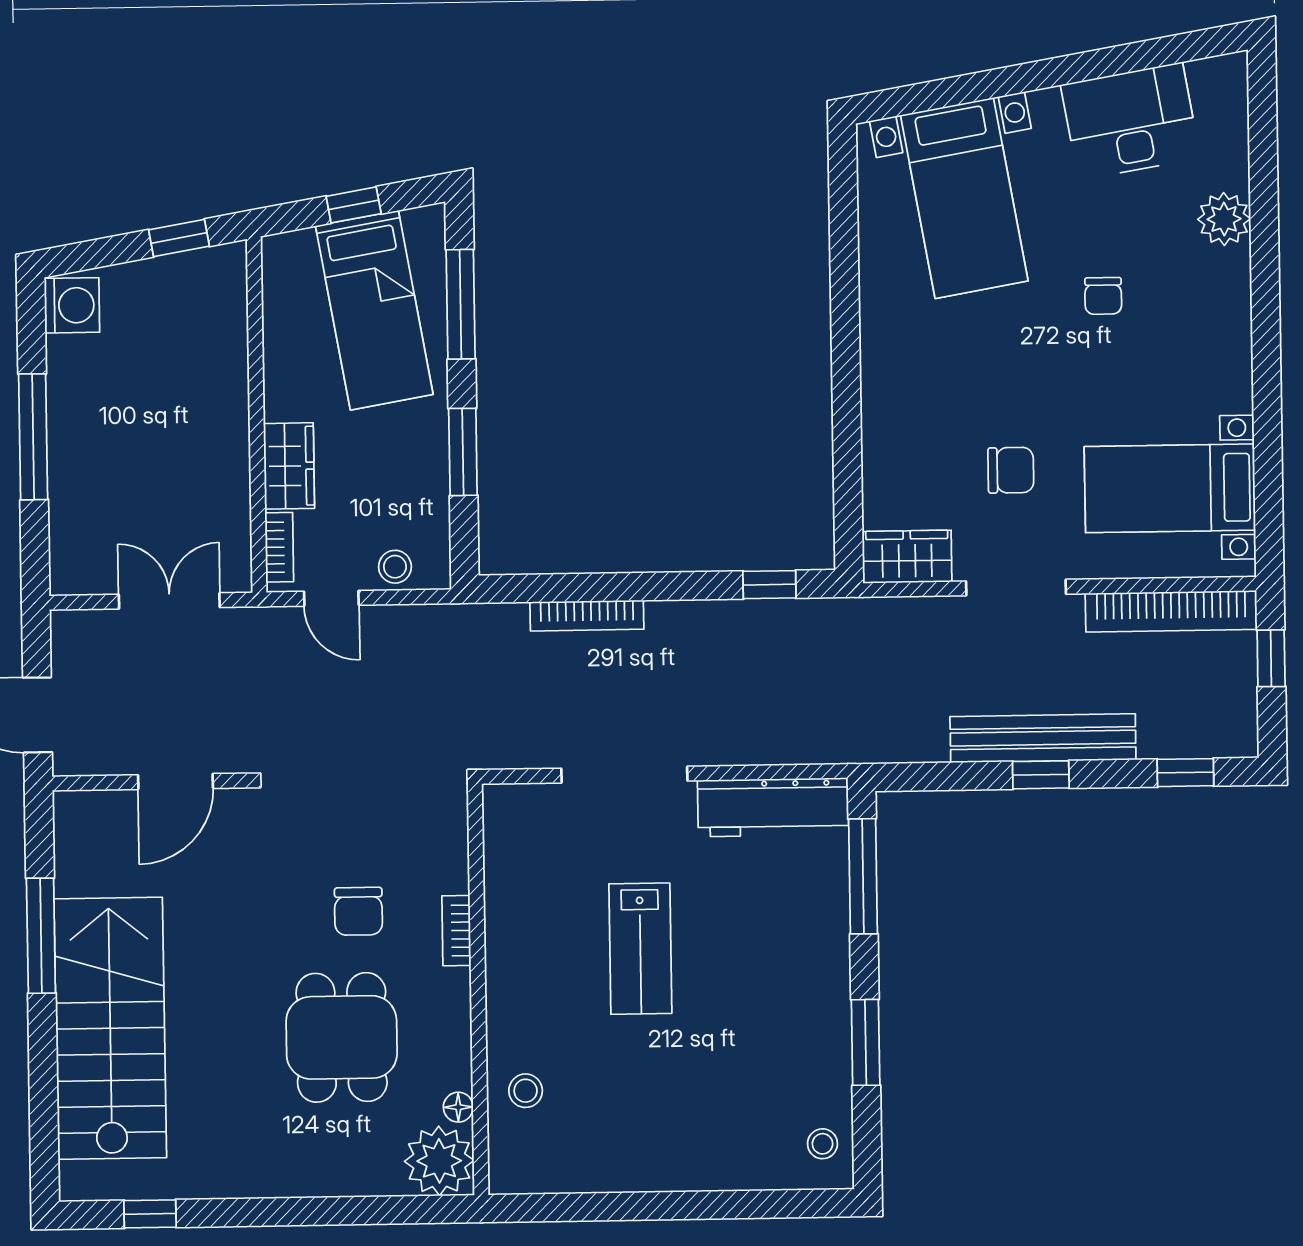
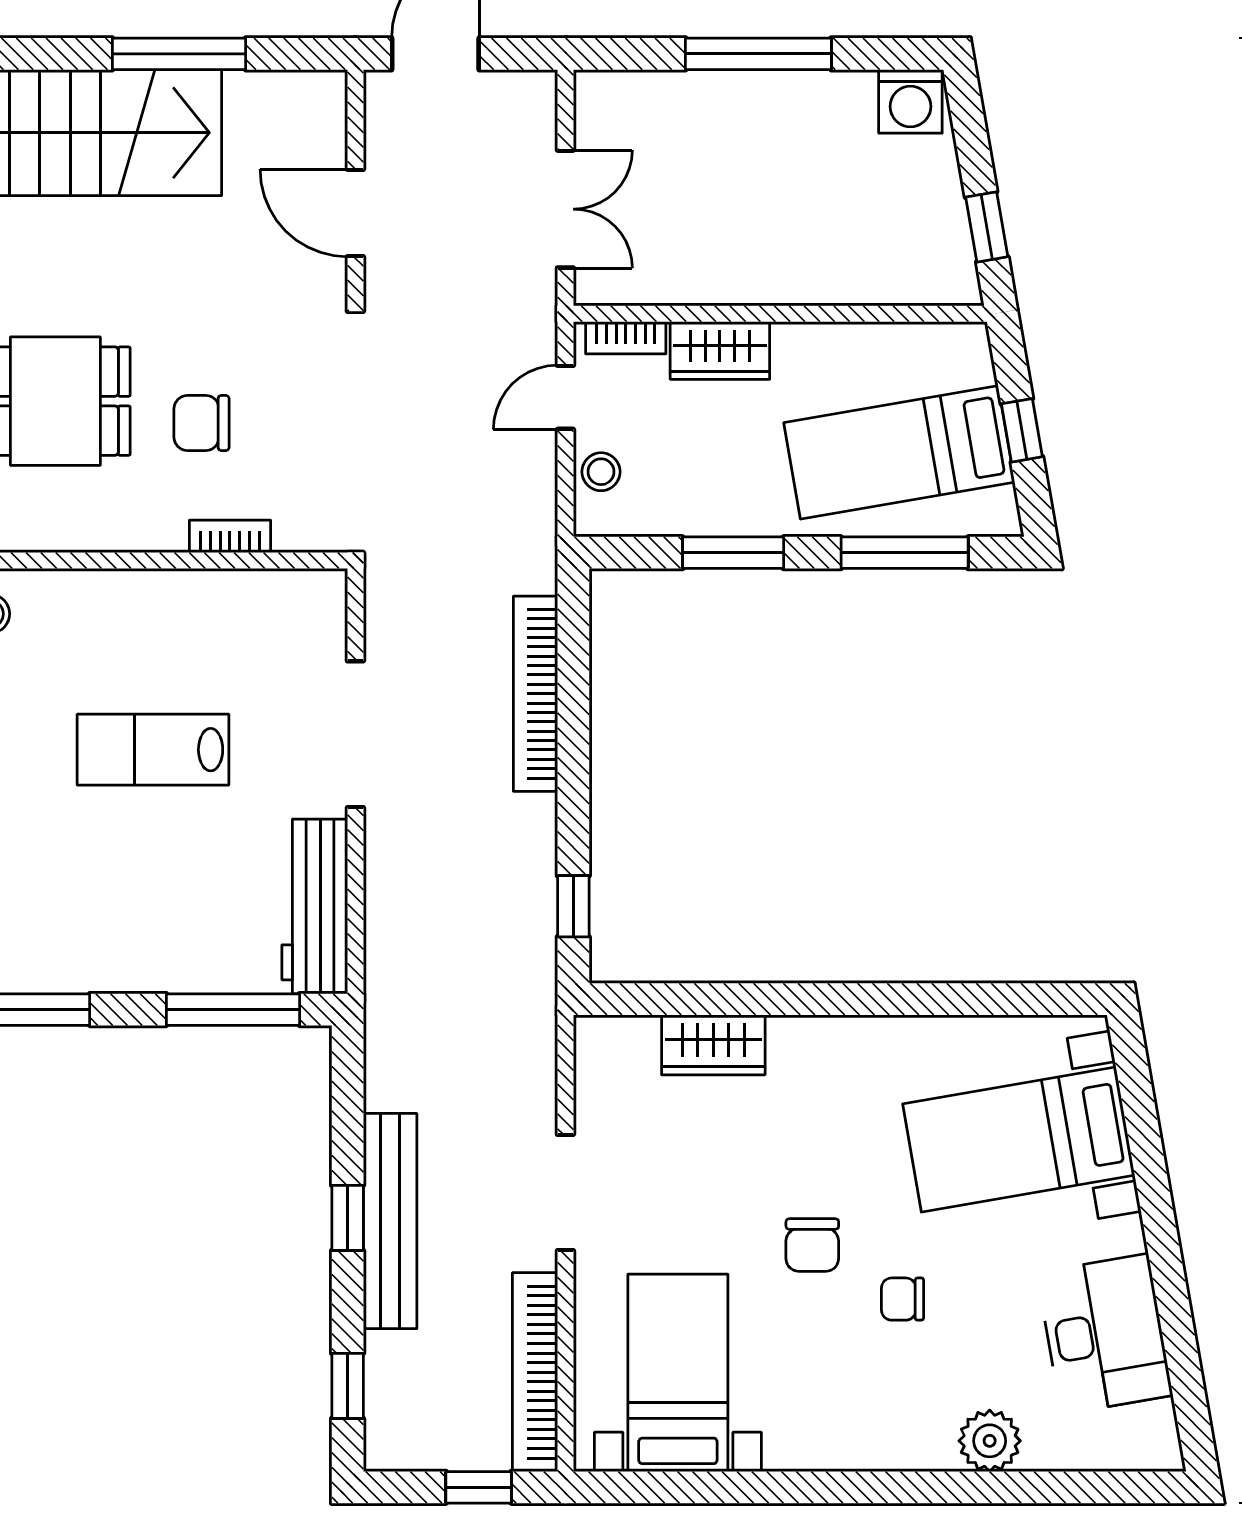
chair: (1011, 470) -> (812, 1245), moved
wardrobe: (907, 557) -> (713, 1045), moved, turned 90
bookcase: (587, 616) -> (535, 694), width x1.48, depth x1.31
bookcase: (456, 931) -> (230, 536), moved

